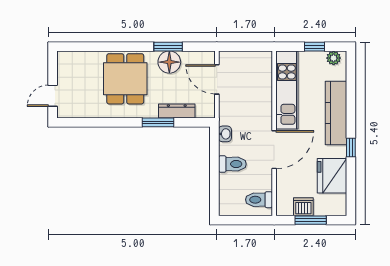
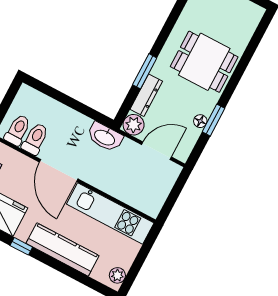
window: (315, 47) -> (138, 263), removed
floor lamp: (169, 62) -> (200, 121), width x0.53, depth x0.53
plant: (206, 109) -> (134, 125), added
washbasin: (225, 134) -> (105, 137), width x1.91, depth x1.45
toilet: (232, 164) -> (35, 139), moved, turned 180

